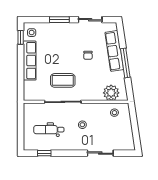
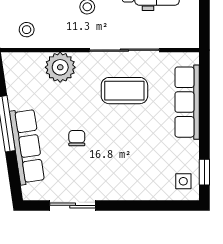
window: (59, 20) -> (131, 205), removed
row of seats: (30, 61) -> (187, 102), moved
plant: (111, 93) -> (60, 67), moved

